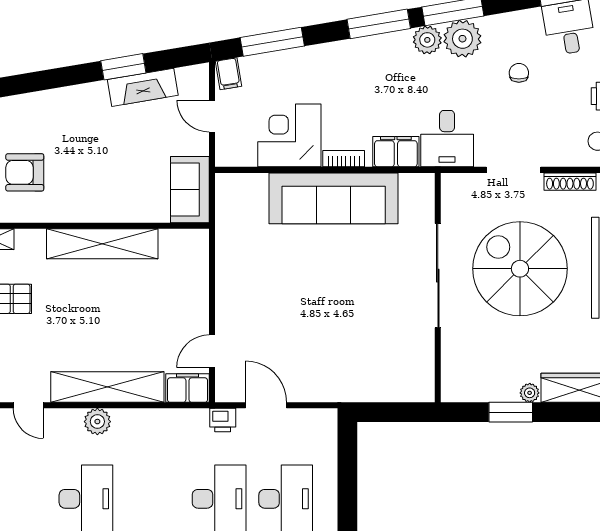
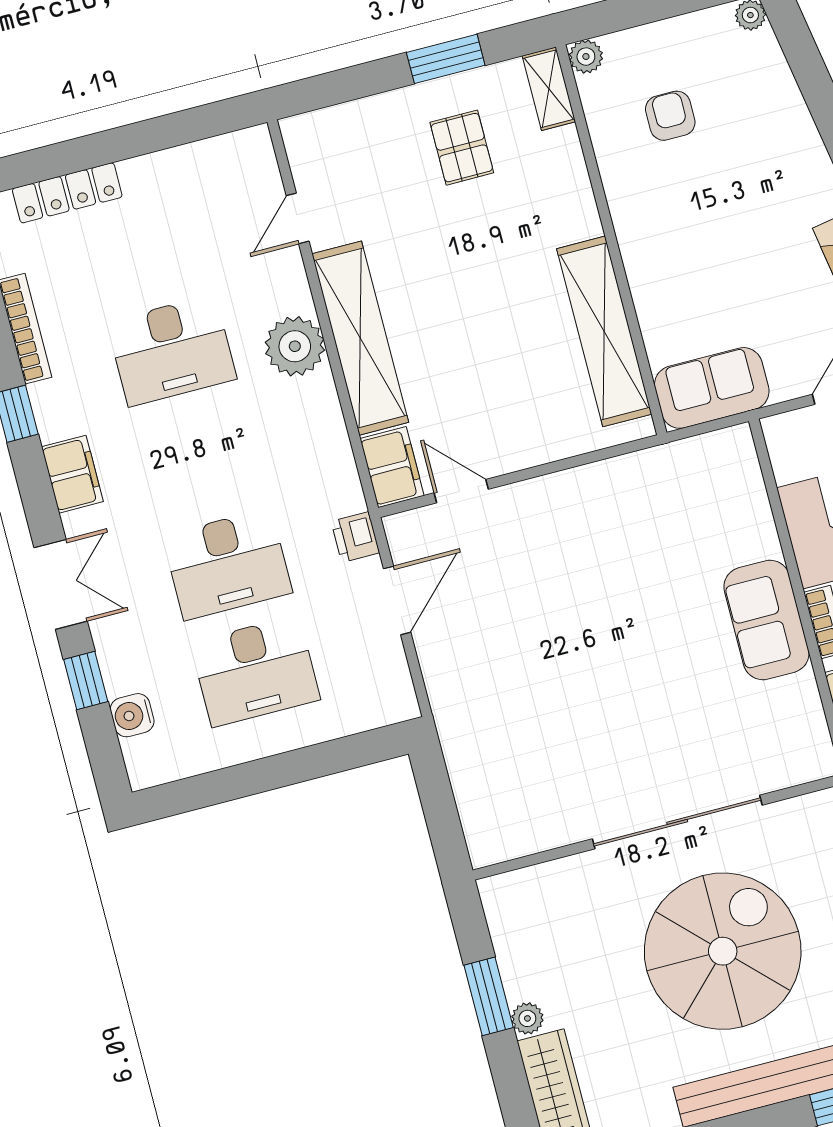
armchair: (25, 172) -> (670, 116), width x0.72, depth x0.72
sofa: (334, 198) -> (766, 620), width x0.54, depth x0.79
shelving: (102, 244) -> (604, 331), moved
plant: (97, 422) -> (295, 346), width x1.36, depth x1.36

